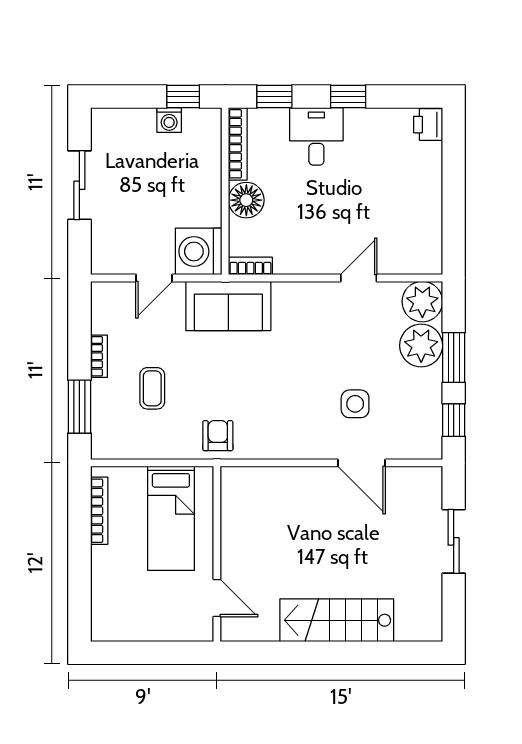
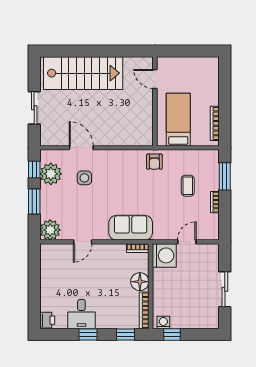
washing machine: (169, 120) -> (163, 322), moved
desk: (316, 136) -> (81, 314), moved
sofa: (228, 306) -> (131, 228), moved
plant: (421, 346) -> (51, 174), moved
stairs: (337, 620) -> (83, 73), width x1.36, depth x1.51

